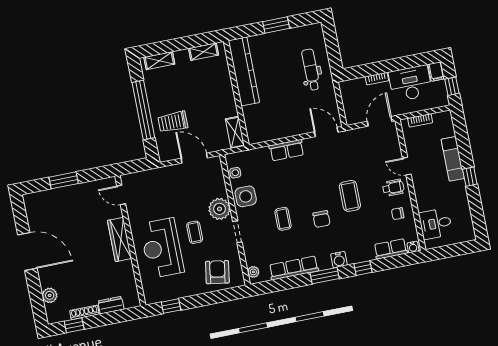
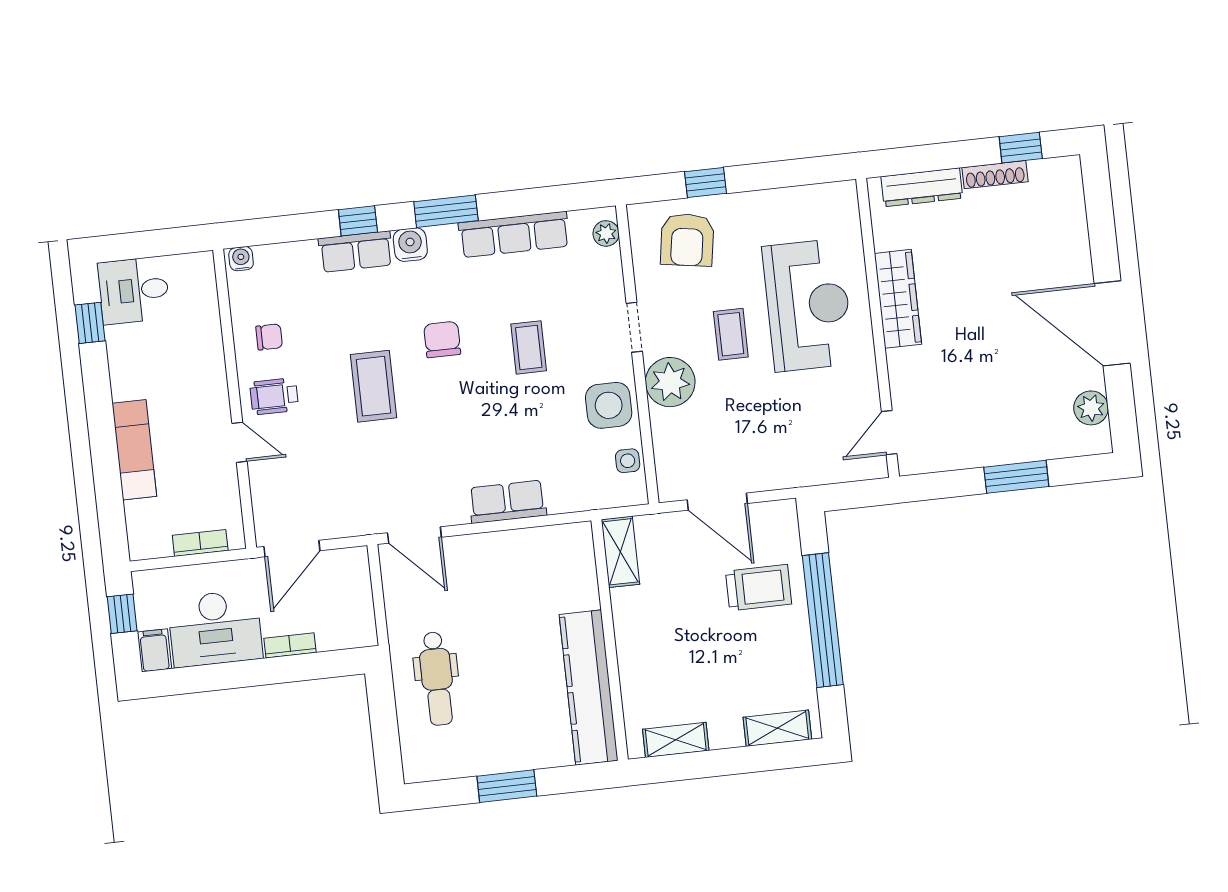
window: (470, 177) -> (90, 323), moved
door: (121, 195) -> (889, 433), swing flipped
desk: (436, 224) -> (134, 290), moved, turned 180
wardrobe: (120, 239) -> (898, 299), moved
row of seats: (391, 249) -> (356, 252), moved
plant: (50, 295) -> (1091, 408), moved
dresser: (111, 305) -> (922, 187), width x1.44
window: (171, 306) -> (705, 182), moved

